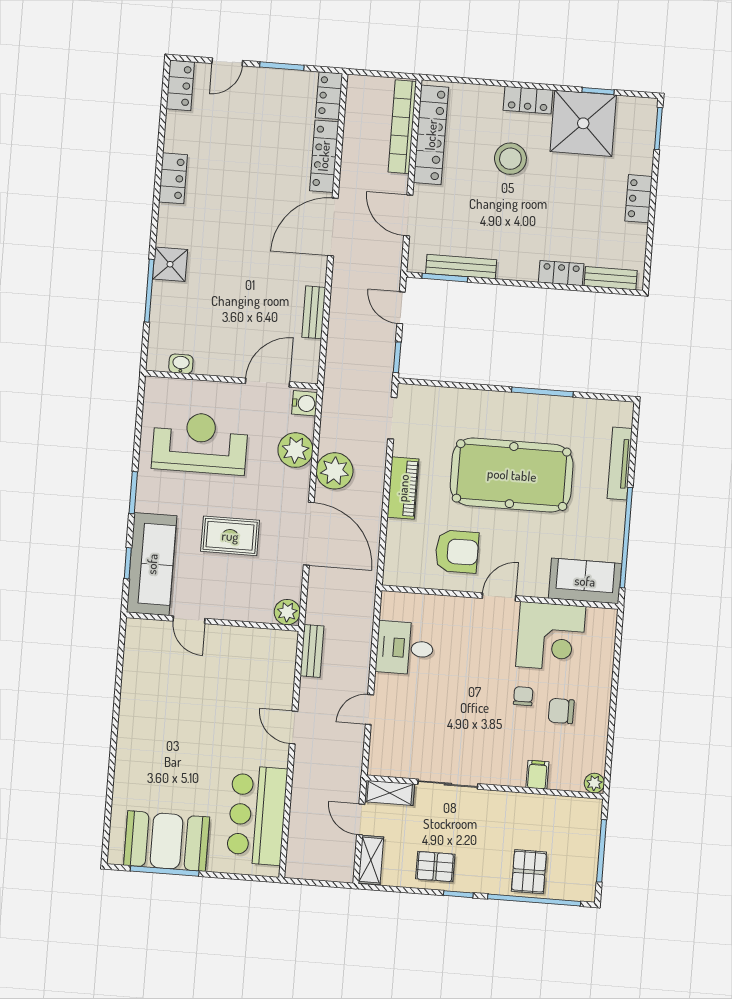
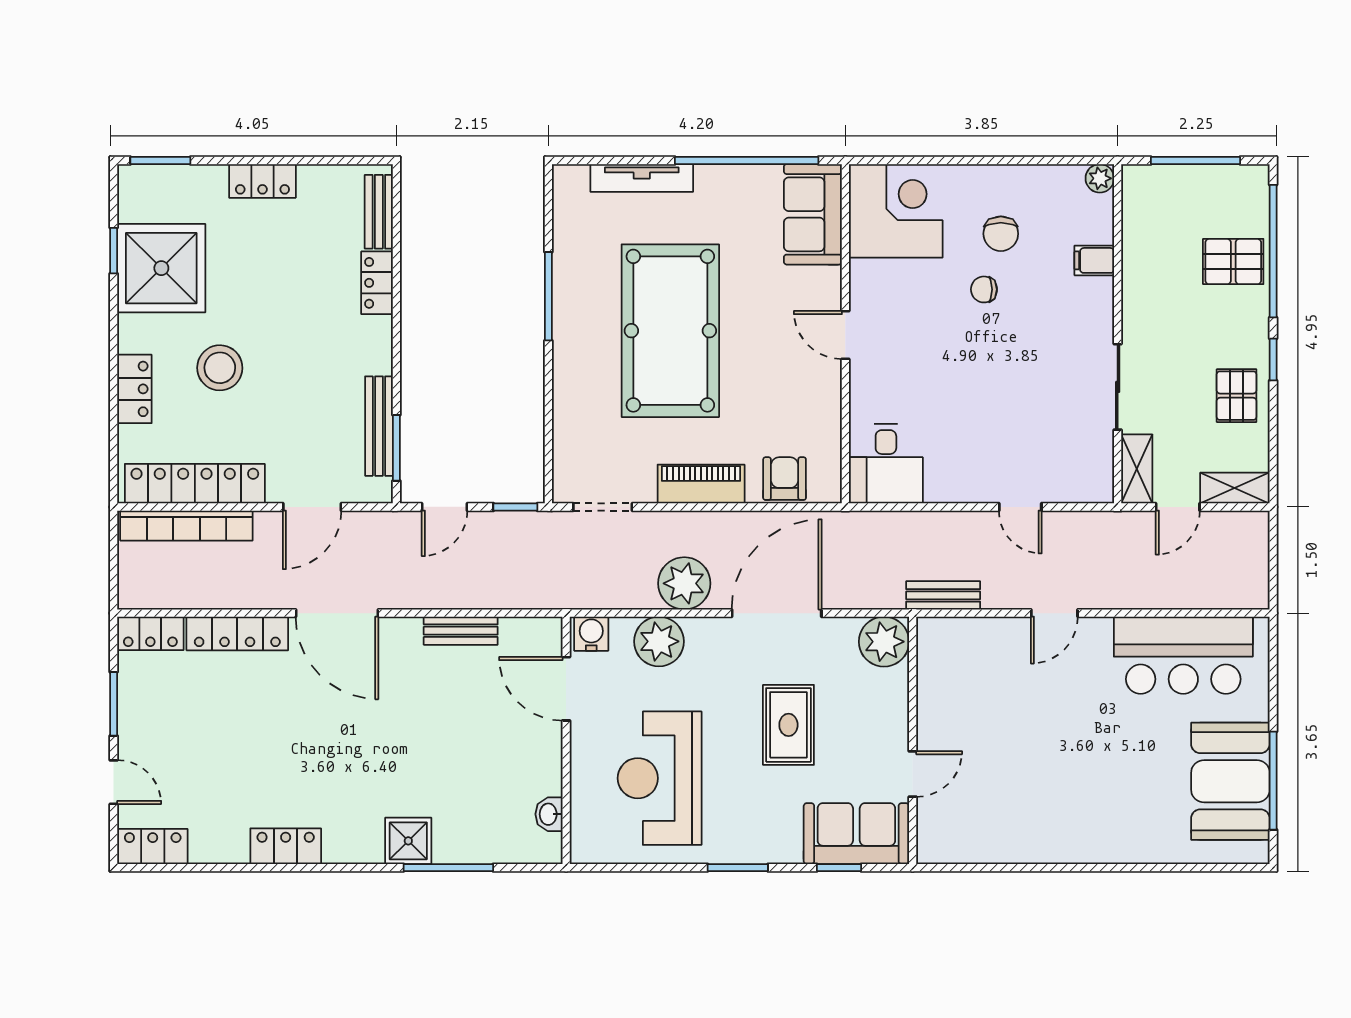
locker: (528, 100) -> (134, 389), moved
armchair: (457, 552) -> (785, 479), moved, width x0.72, depth x0.72
sofa: (152, 564) -> (856, 834), width x0.73
plant: (287, 612) -> (884, 642), width x1.36, depth x1.36
corner desk: (551, 636) -> (896, 211), moved
desk: (405, 648) -> (886, 464), moved

